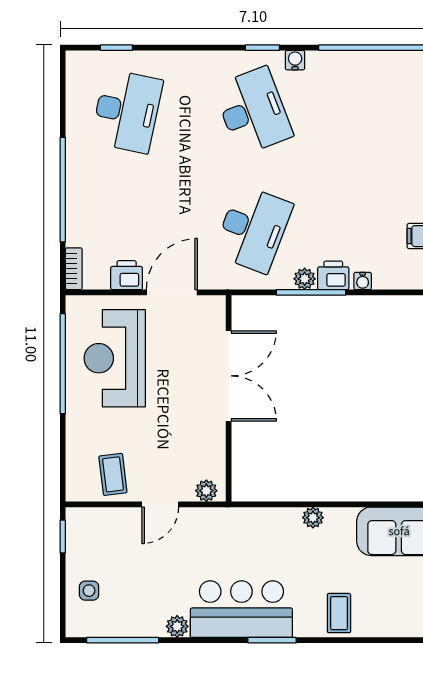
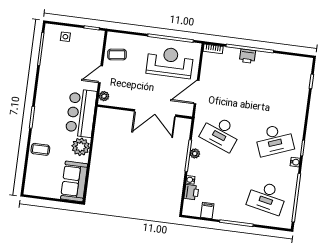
desk: (127, 111) -> (267, 197), moved
printer: (127, 275) -> (247, 56), moved, turned 90
printer: (333, 275) -> (191, 192), moved
door: (172, 292) -> (197, 92), swing flipped
door: (160, 504) -> (101, 74), hinge flipped
plant: (313, 518) -> (81, 147), width x1.88, depth x1.88
bar counter: (241, 609) -> (81, 113), moved, turned 180
plant: (177, 626) -> (44, 75), removed

